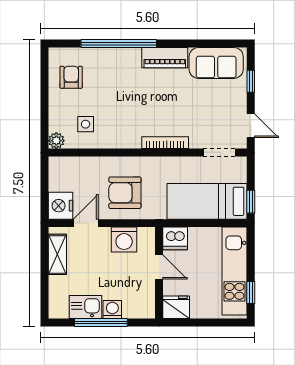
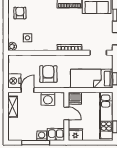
armchair: (125, 193) -> (48, 74), turned 90
kitchen sink: (86, 307) -> (56, 134), moved

